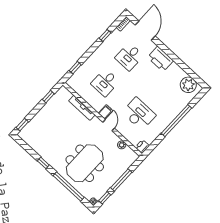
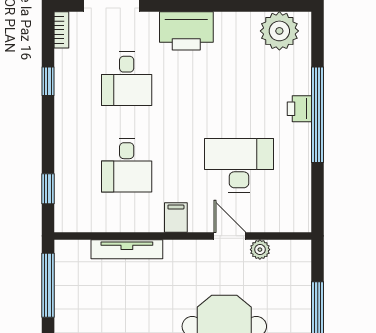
window: (48, 97) -> (48, 285), width x2.17
door: (109, 125) -> (230, 236), moved
printer: (142, 146) -> (299, 109), moved

